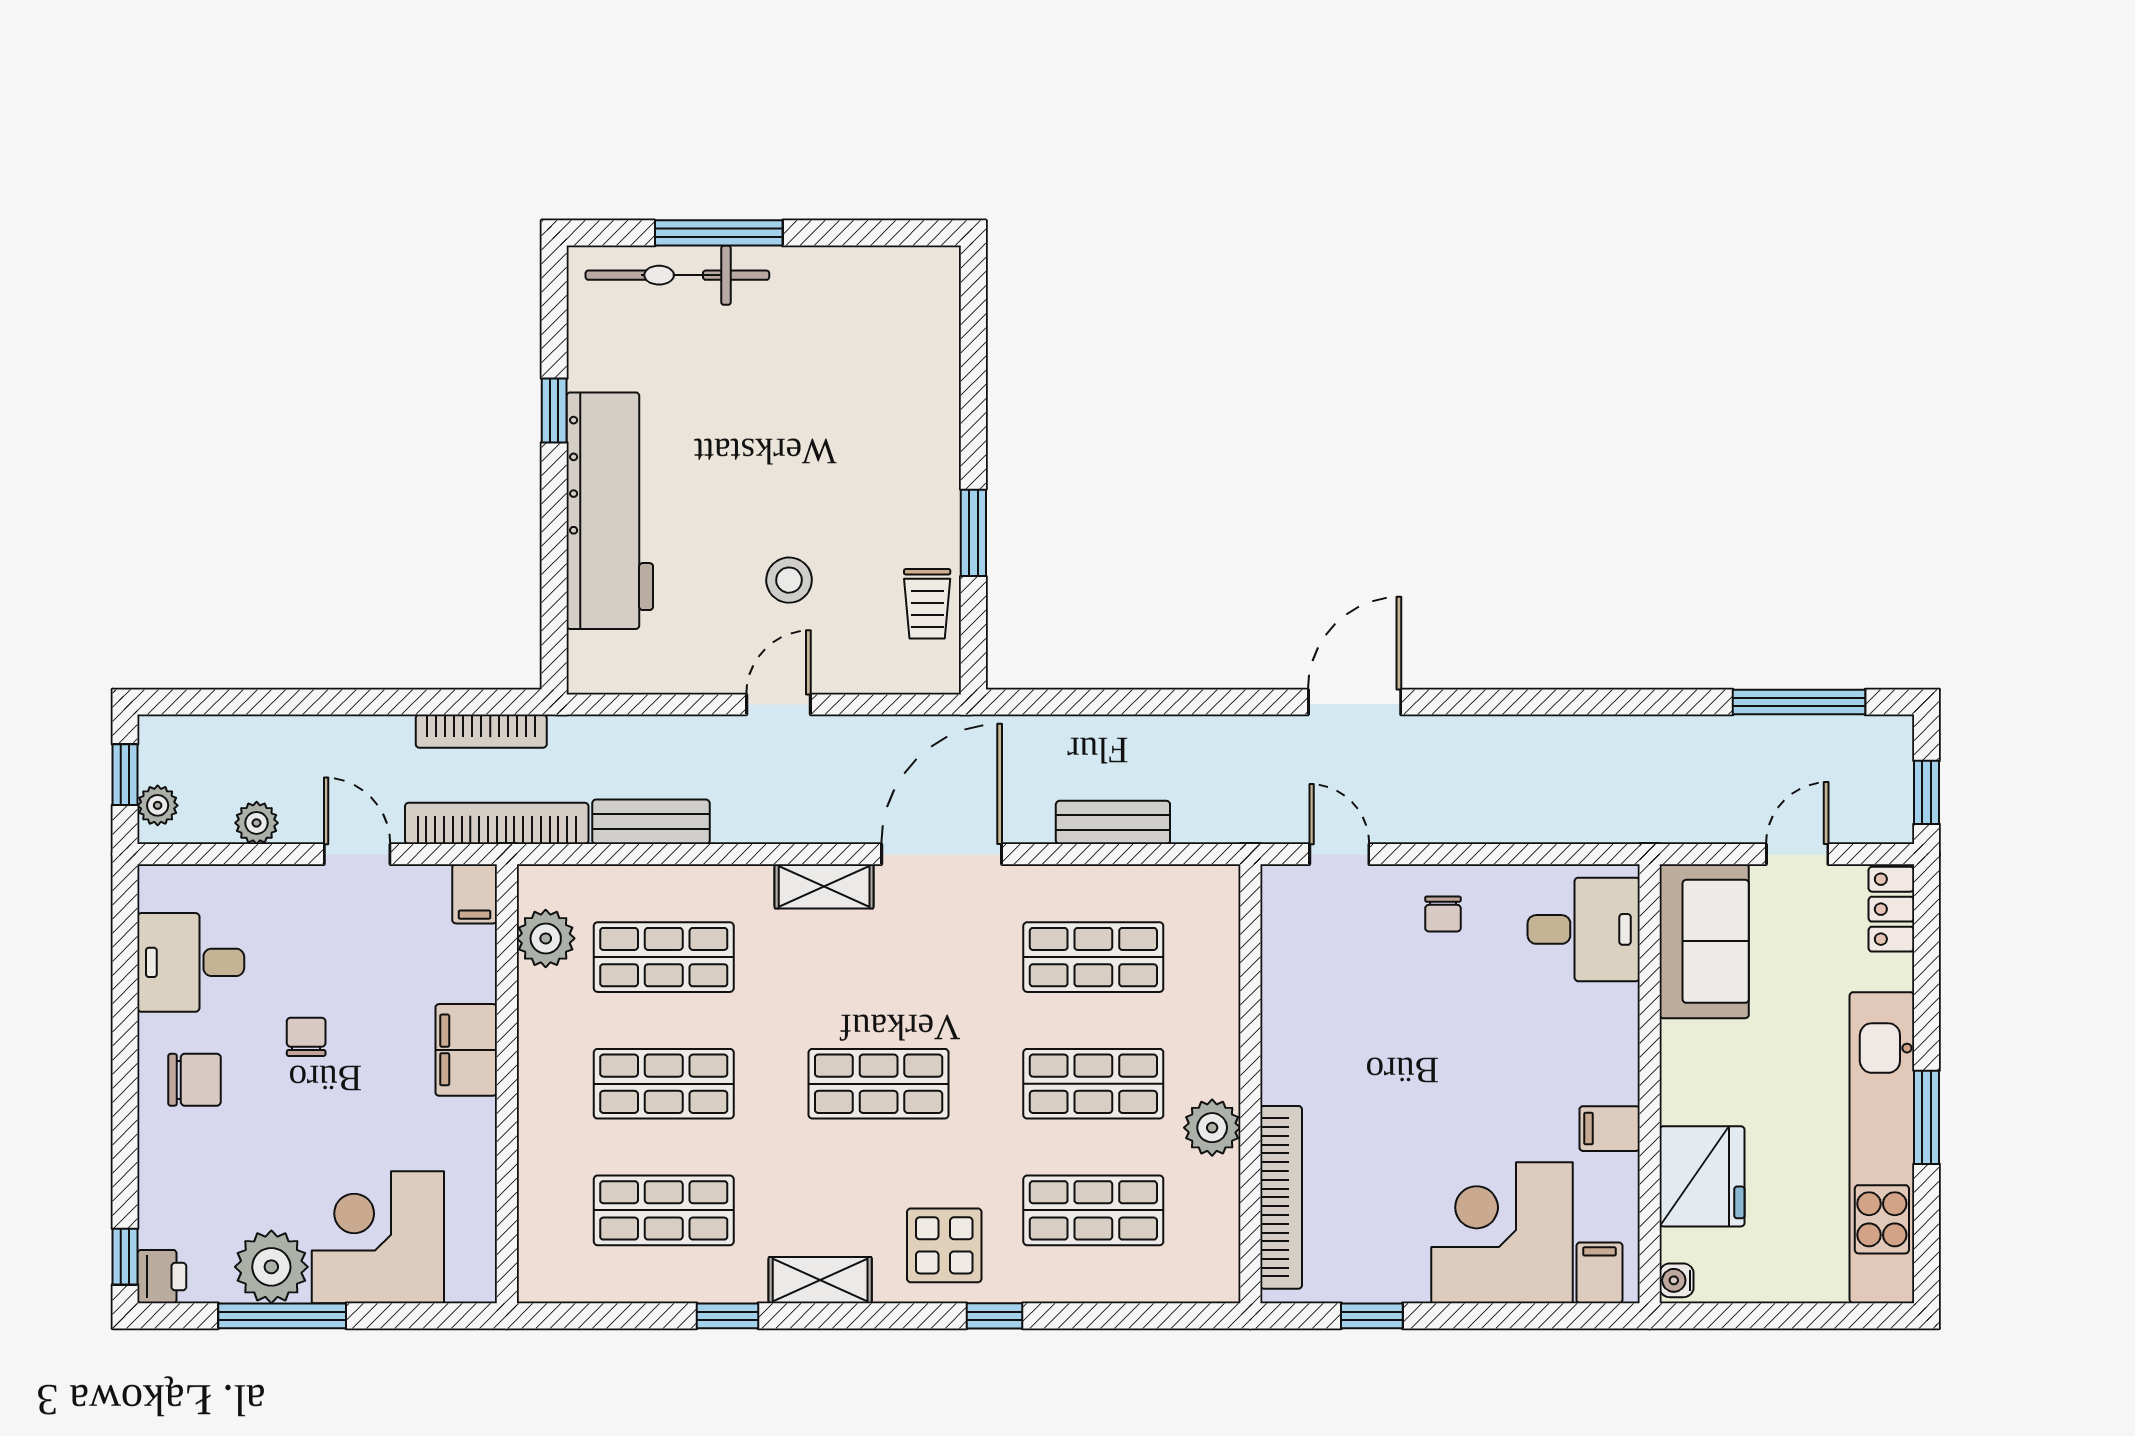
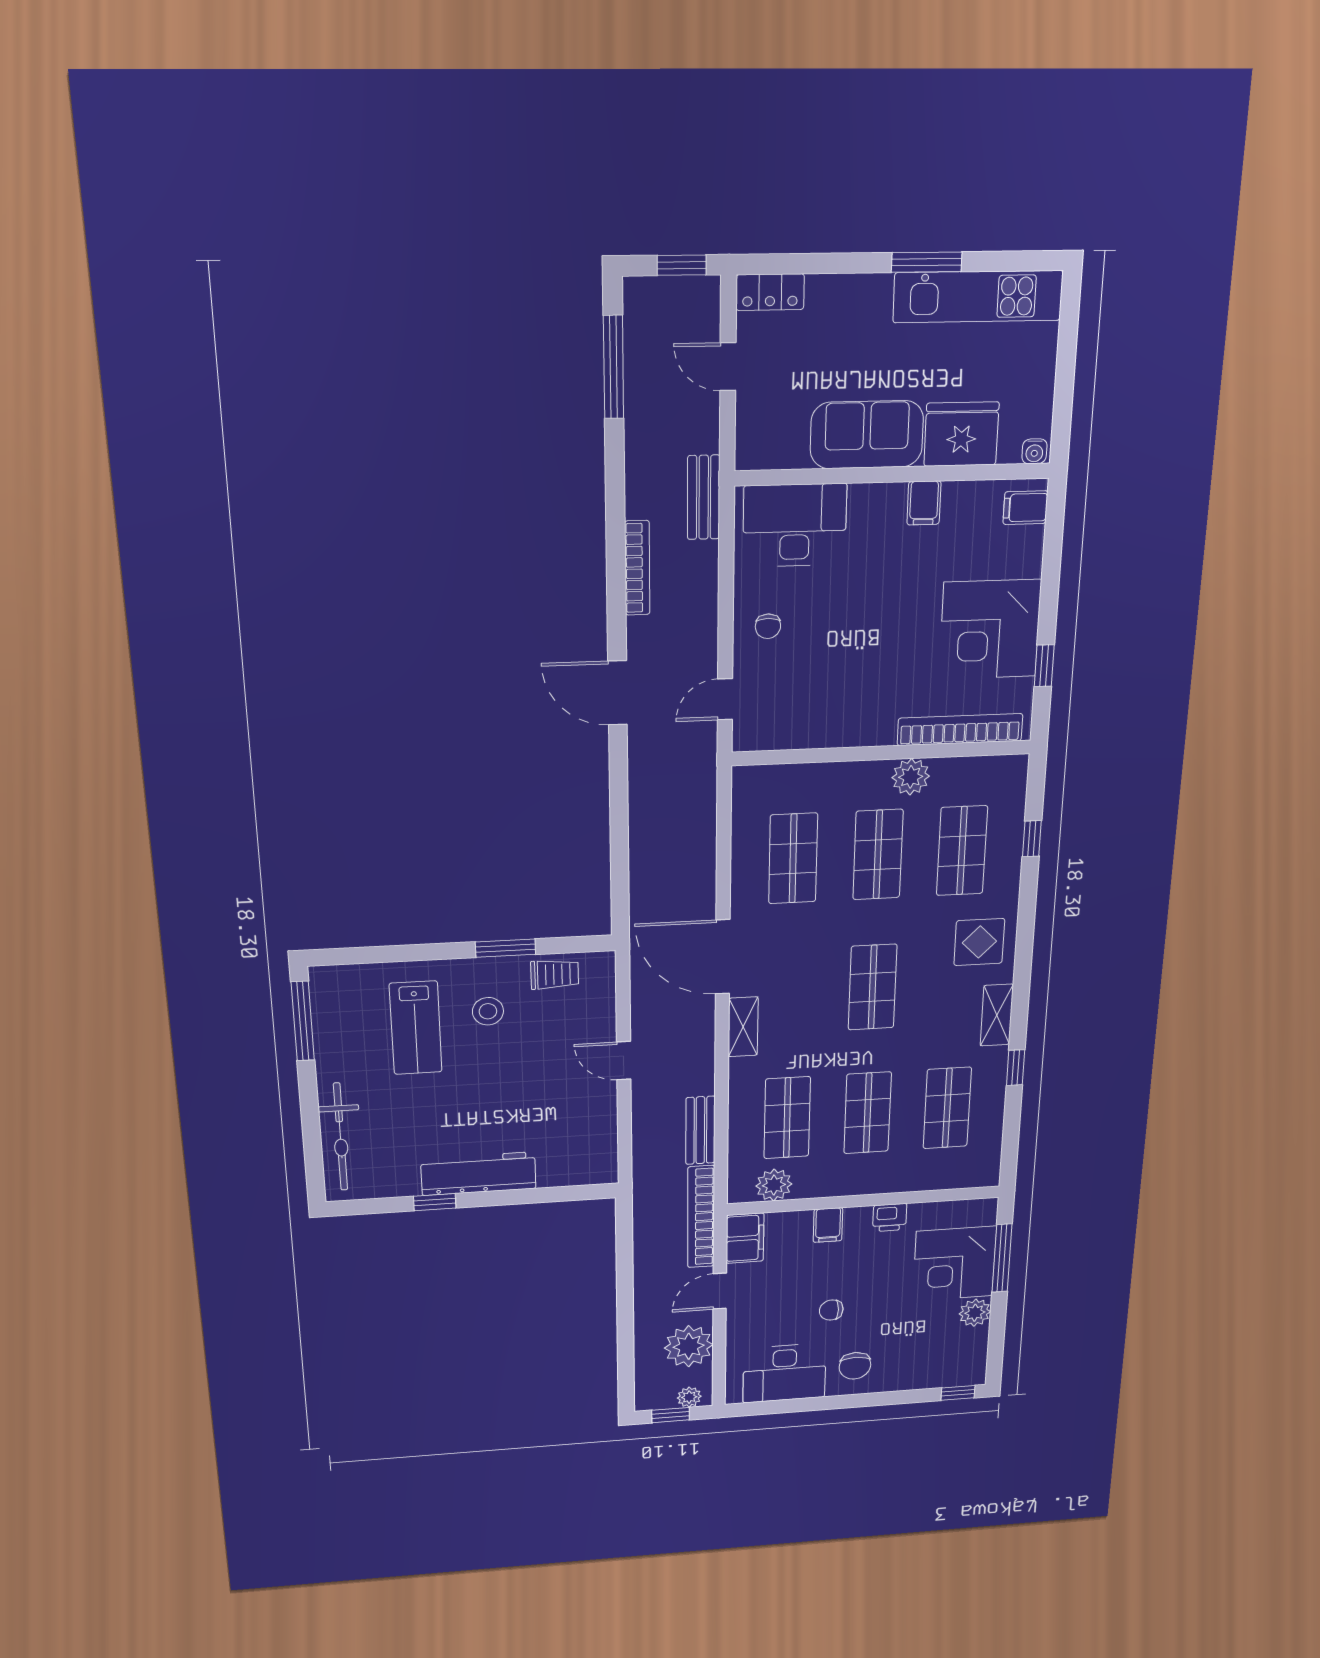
window: (719, 233) -> (303, 1021), moved
lab bench: (852, 396) -> (416, 1028), added
workbench: (610, 511) -> (478, 1174), width x0.73, depth x0.76
stool: (789, 580) -> (488, 1011), moved
bookcase: (481, 731) -> (637, 568), moved
bench: (1113, 822) -> (704, 497), moved
plant: (257, 823) -> (689, 1346), width x1.88, depth x1.88
filing cabinet: (475, 894) -> (745, 1238), width x2.00
chair: (1443, 914) -> (768, 626), turned 90
desk: (1584, 929) -> (795, 525), width x1.37
sofa: (1704, 941) -> (867, 435), moved
desk: (191, 962) -> (784, 1373), width x1.37
filing cabinet: (466, 1050) -> (828, 1225), width x0.50
chair: (194, 1080) -> (855, 1366), turned 180
kitchen unit: (1882, 1148) -> (978, 297), width x0.73
corner desk: (1502, 1233) -> (990, 629), moved
plant: (271, 1267) -> (975, 1313), width x0.73, depth x0.73
printer: (162, 1277) -> (890, 1218), moved, turned 180
window: (282, 1316) -> (1002, 1258), moved
window: (995, 1316) -> (1032, 839), moved

